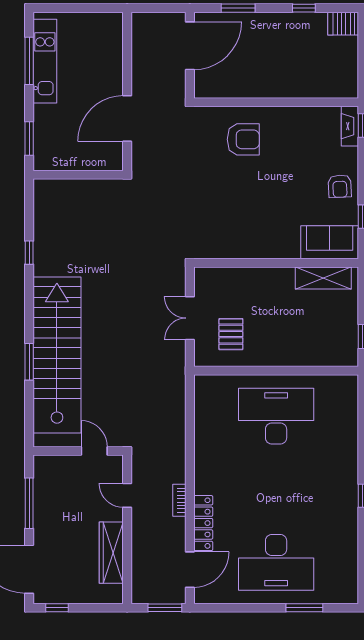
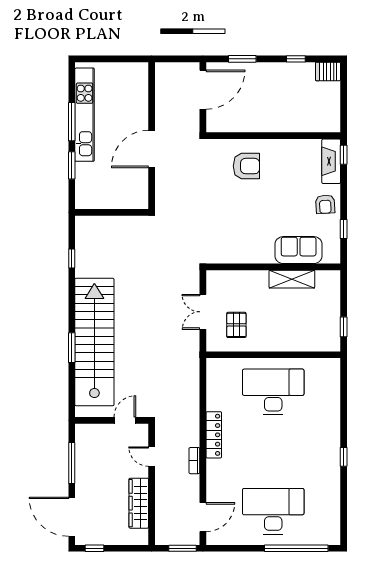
window: (29, 61) -> (72, 122), moved
kitchen unit: (45, 61) -> (85, 115), width x1.36
fireplace: (350, 126) -> (331, 161), width x1.37, depth x1.32
wall: (78, 175) -> (112, 212), moved
sofa: (330, 242) -> (299, 250), moved
shelving: (323, 278) -> (292, 279), moved
door: (94, 451) -> (125, 420), hinge flipped
locker: (203, 523) -> (214, 435), moved
desk: (276, 562) -> (273, 511), turned 180
window: (304, 608) -> (296, 548), width x2.11

